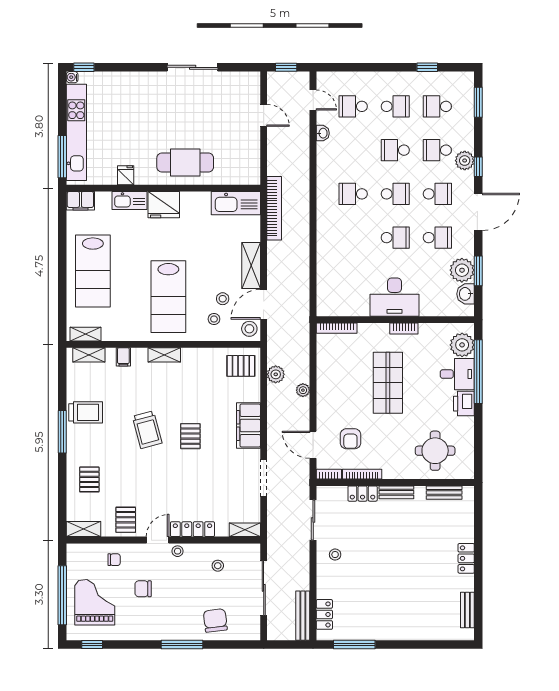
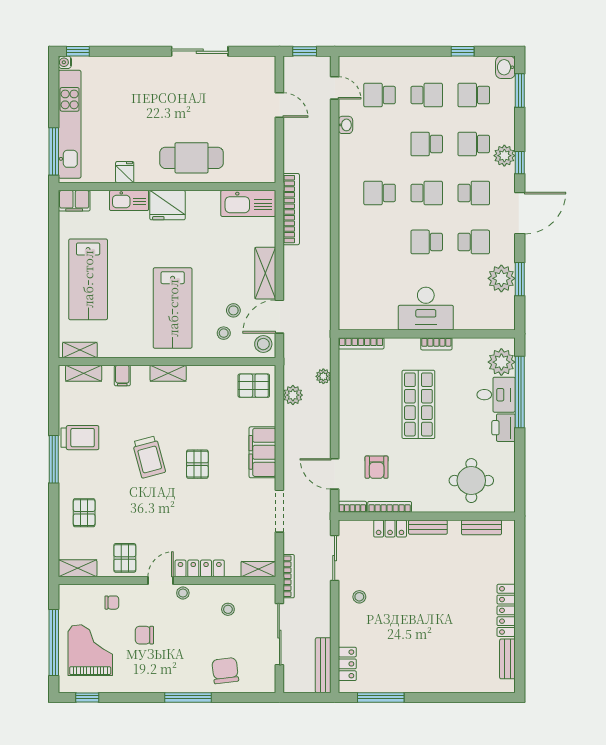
school desk: (395, 238) -> (427, 242), turned 180
washbasin: (466, 294) -> (505, 67), moved
plant: (303, 390) -> (323, 376), moved
bookcase: (272, 536) -> (289, 576), added
locker: (466, 558) -> (506, 610), width x1.53

